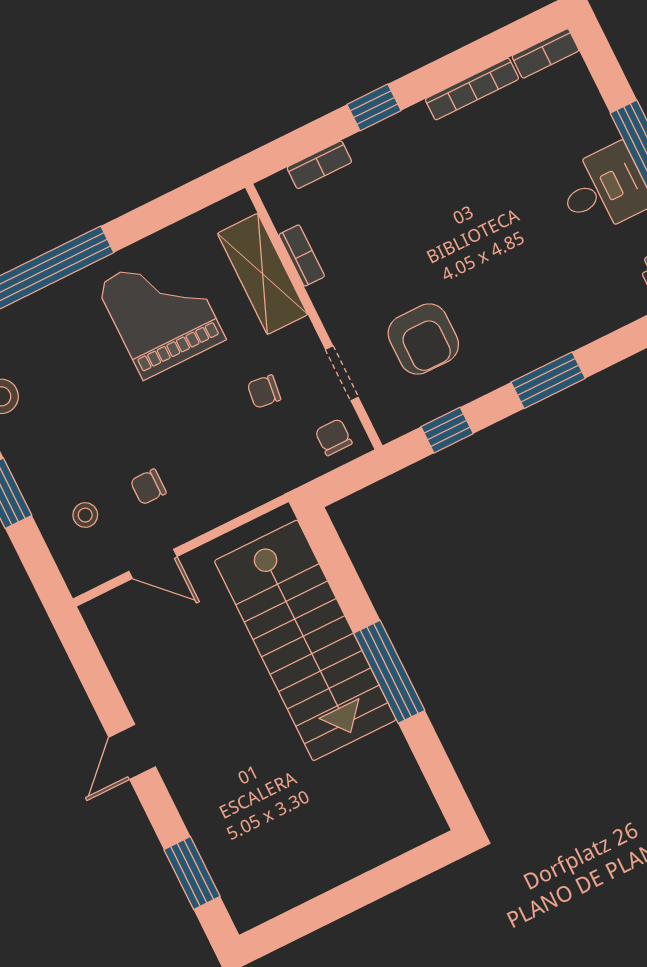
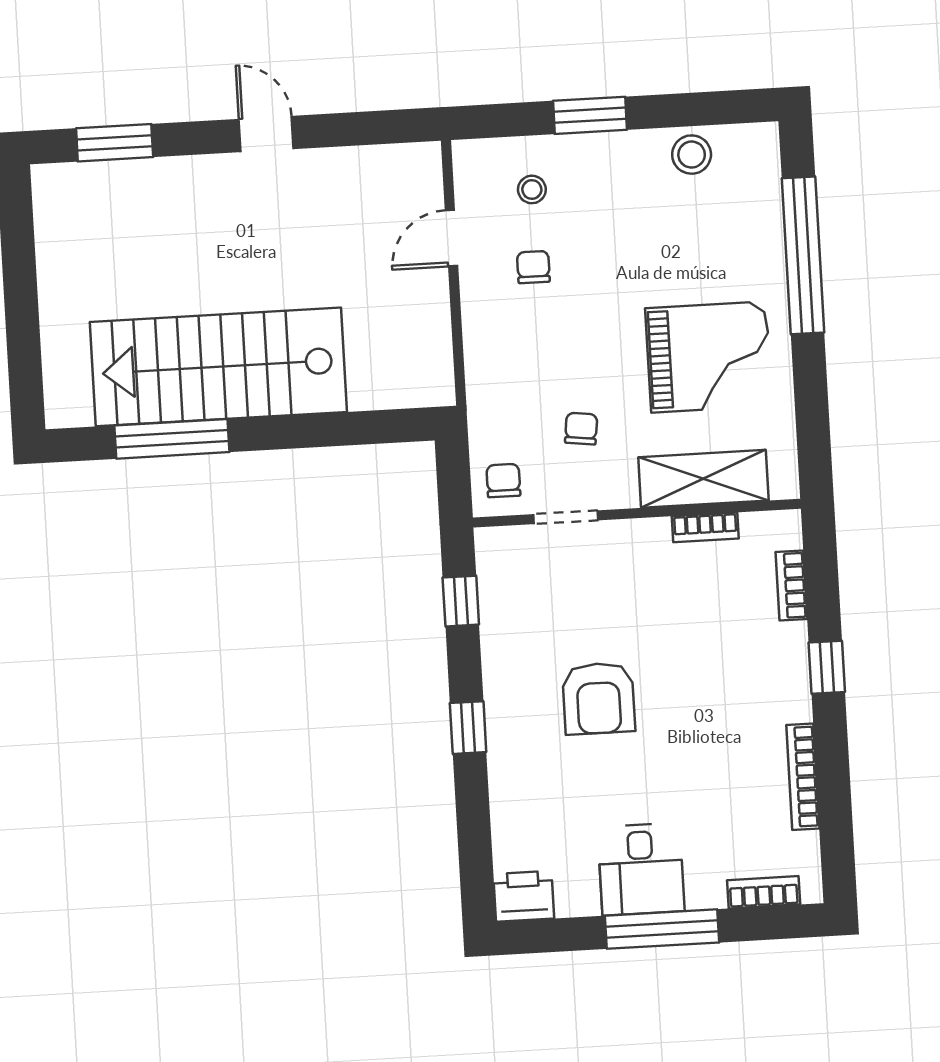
bookcase: (545, 53) -> (764, 892), moved, turned 90
armchair: (423, 339) -> (599, 698), moved, turned -90
window: (548, 380) -> (468, 728), width x0.67
chair: (334, 437) -> (503, 481), turned -90
stairs: (305, 640) -> (218, 367), moved
window: (389, 672) -> (172, 439), moved

